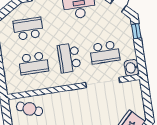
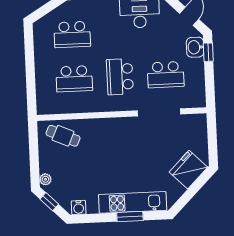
school desk: (28, 29) -> (72, 34), turned 180
washbasin: (132, 68) -> (195, 47), moved

